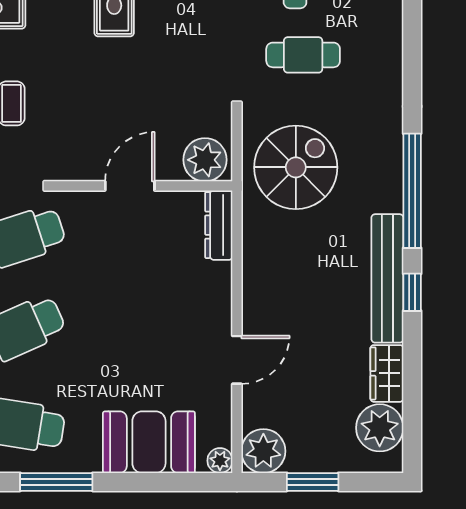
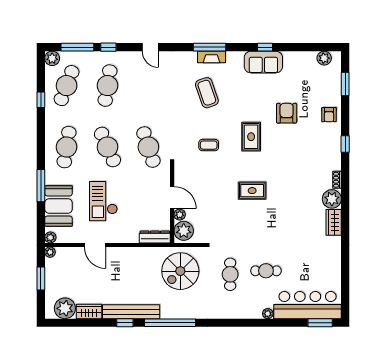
spiral stairs: (296, 167) -> (180, 271), turned 90
plant: (168, 169) -> (180, 215), added
checkout: (138, 341) -> (103, 201), added
plant: (263, 451) -> (50, 252), width x0.53, depth x0.53
window: (56, 482) -> (41, 186), moved

